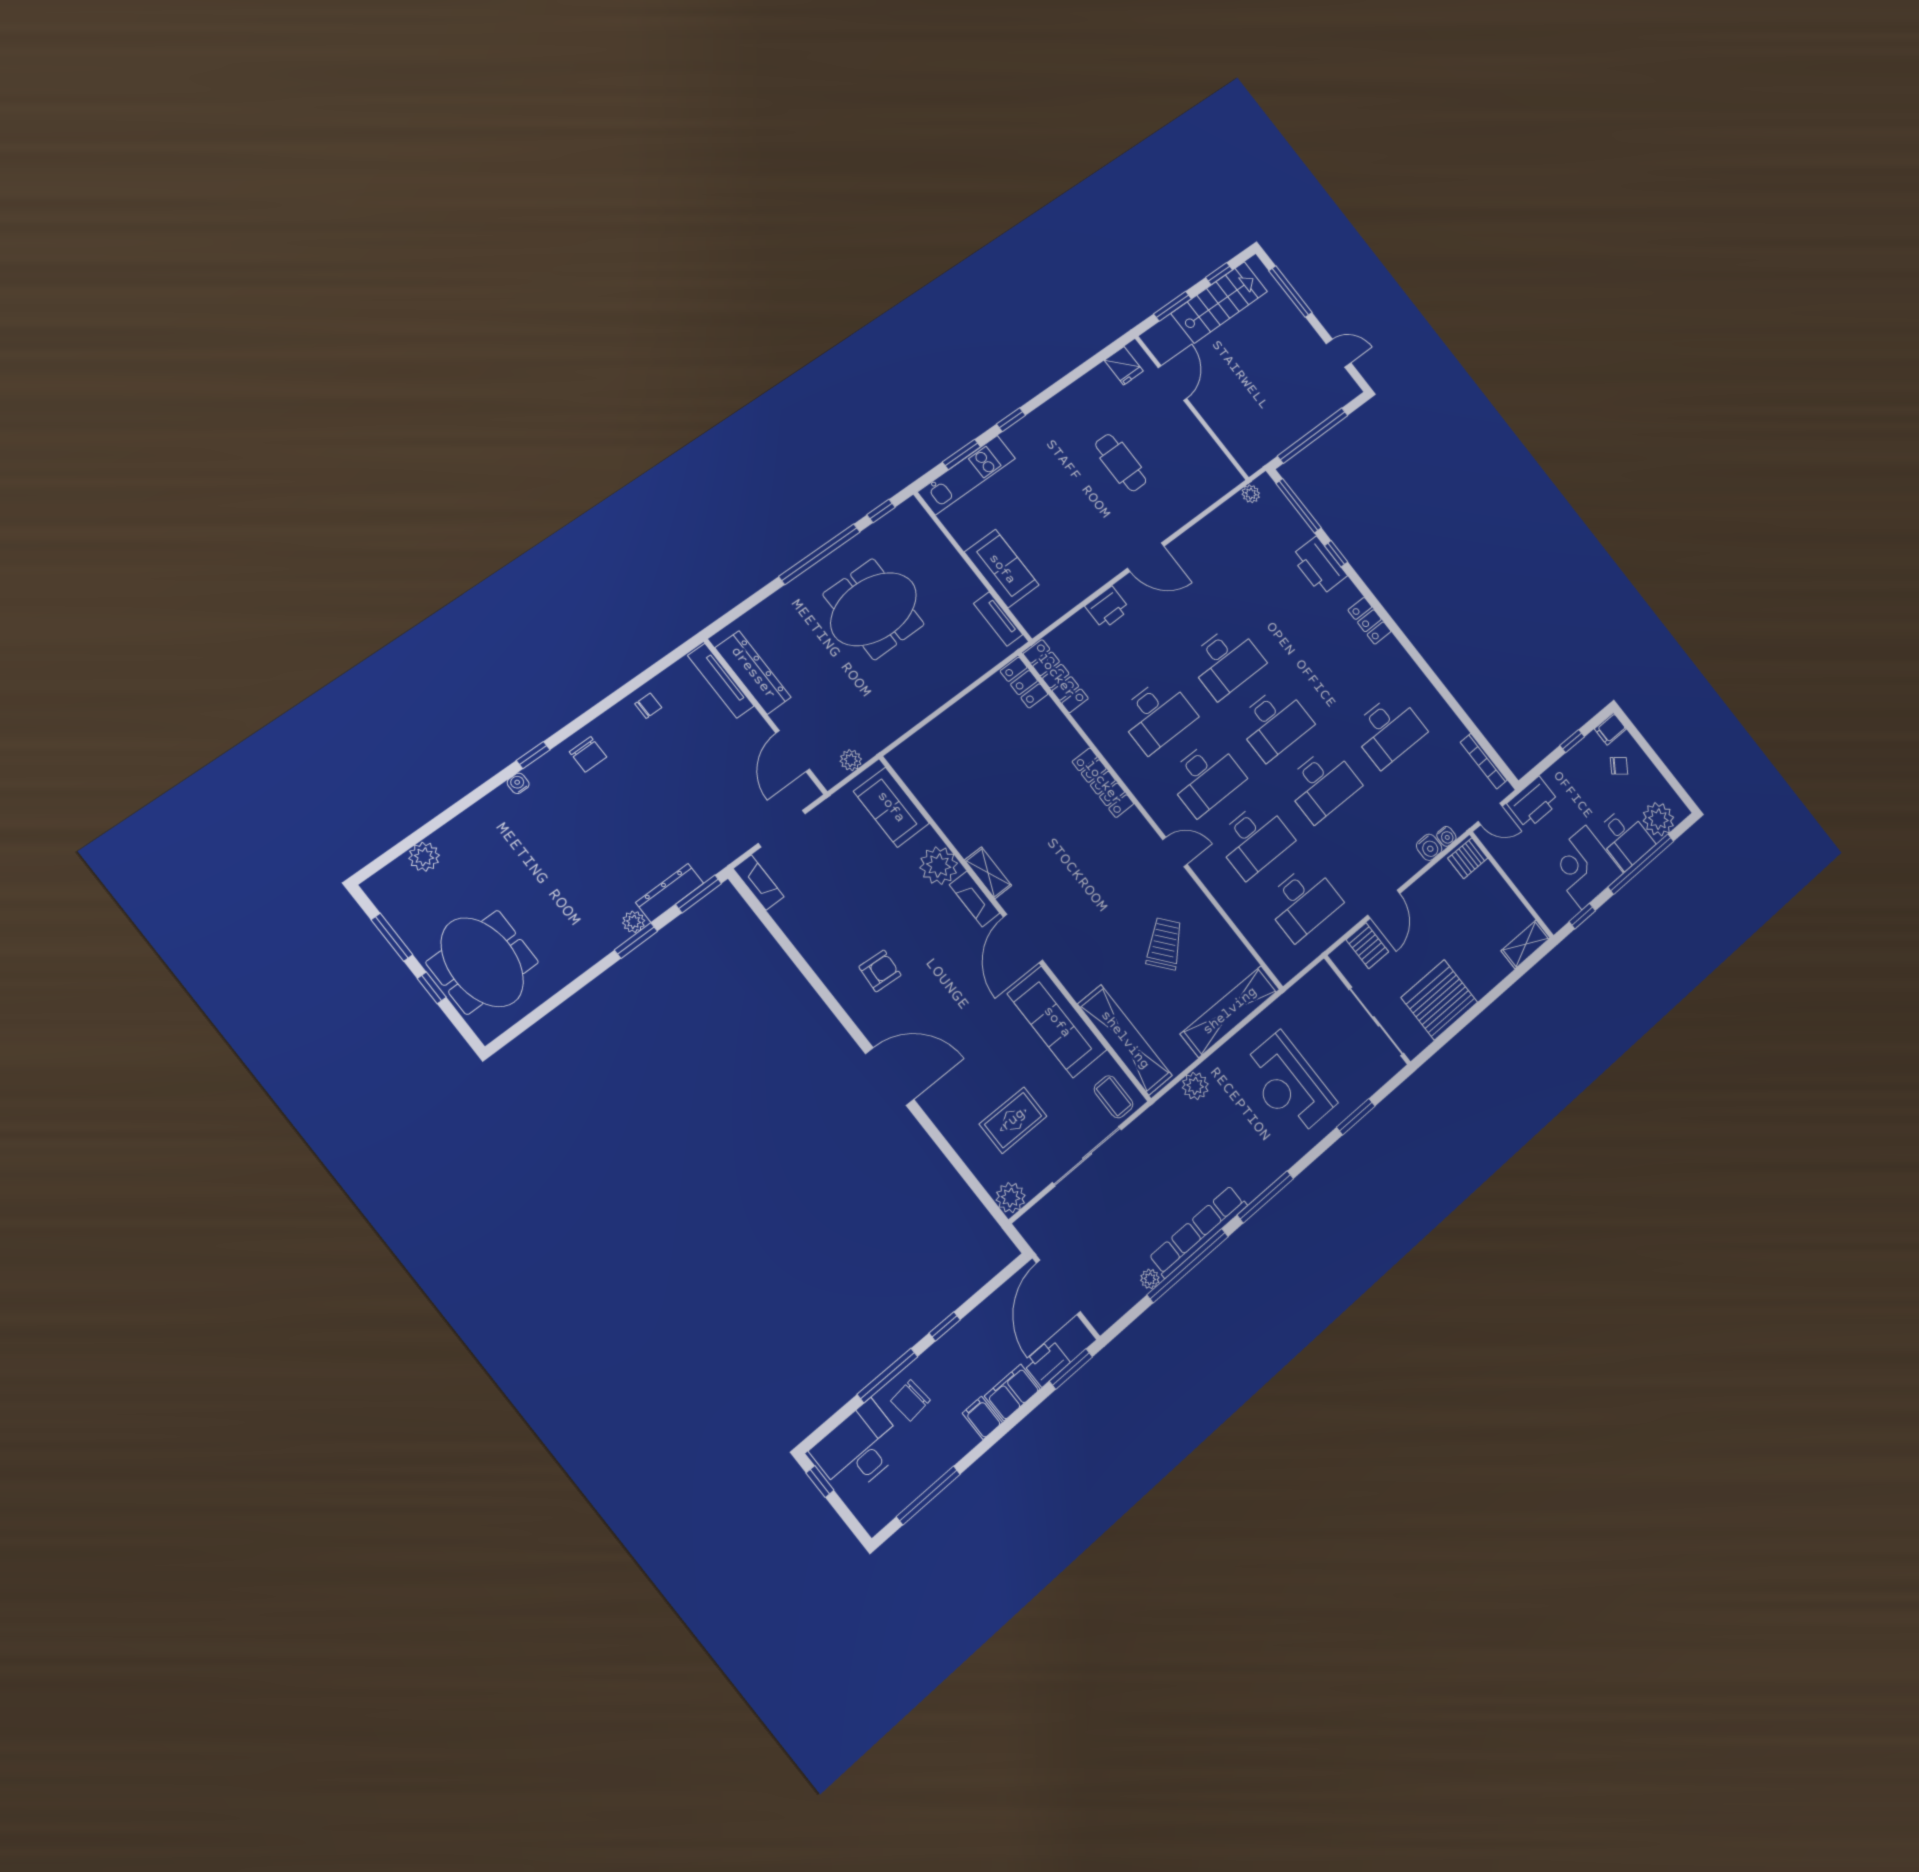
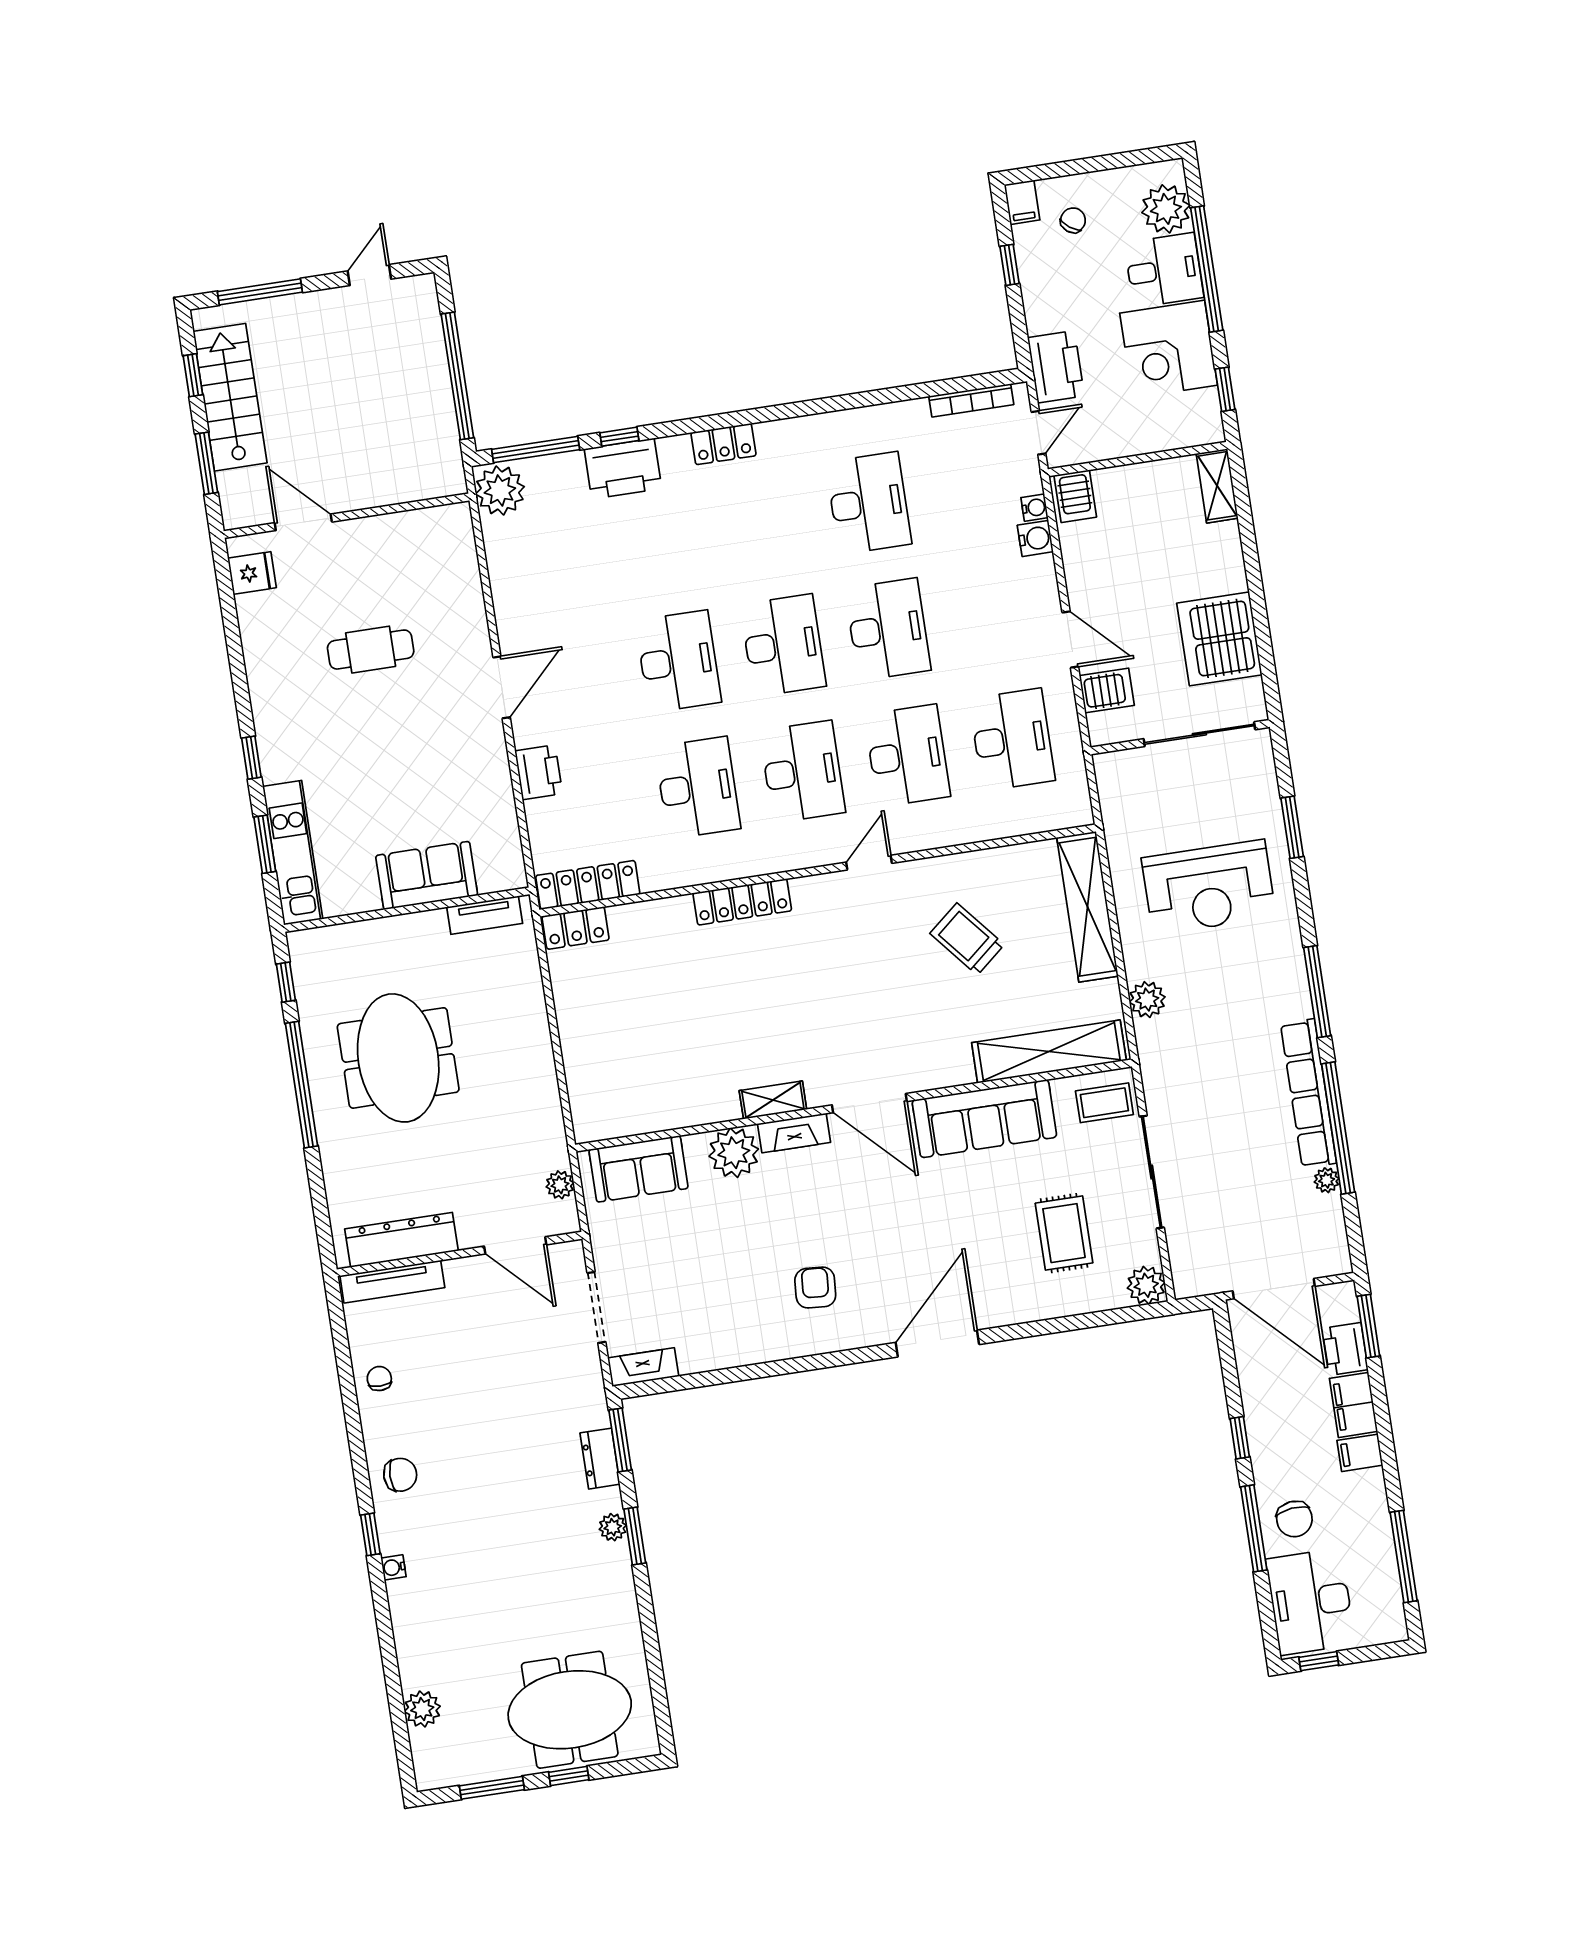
plant: (1251, 494) -> (500, 490), width x1.88, depth x1.88
dresser: (670, 893) -> (600, 1459), width x0.70

